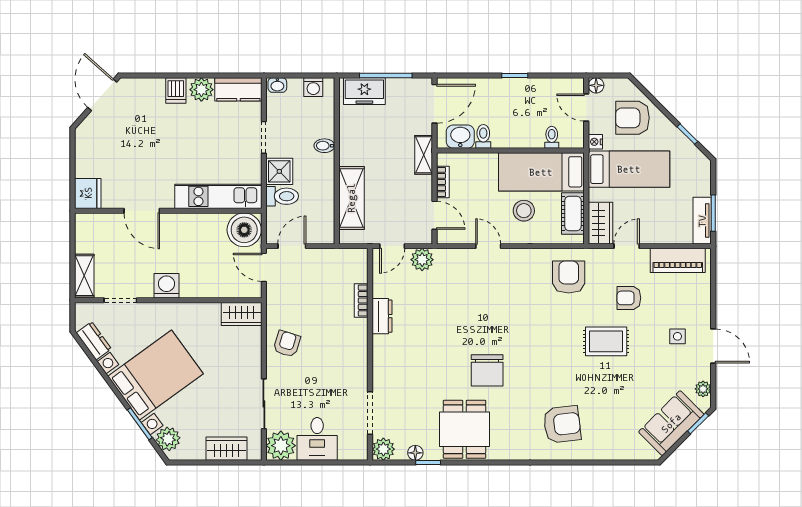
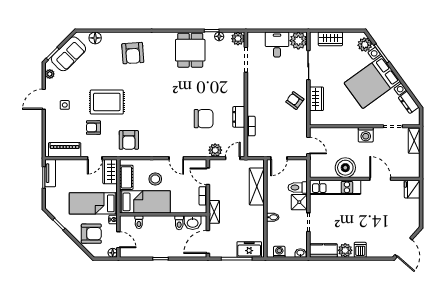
boiler: (244, 230) -> (345, 168), moved
door: (292, 246) -> (279, 158), moved
armchair: (629, 298) -> (93, 128), turned 180
wardrobe: (242, 314) -> (316, 99), moved, turned 90
rug: (606, 341) -> (107, 102), width x1.36, depth x1.43
armchair: (287, 344) -> (295, 101), turned 109
door: (713, 346) -> (44, 99), hinge flipped
chair: (487, 370) -> (204, 119), moved, turned 90
armchair: (562, 424) -> (133, 53), turned -87
floor lamp: (626, 450) -> (95, 38), added

